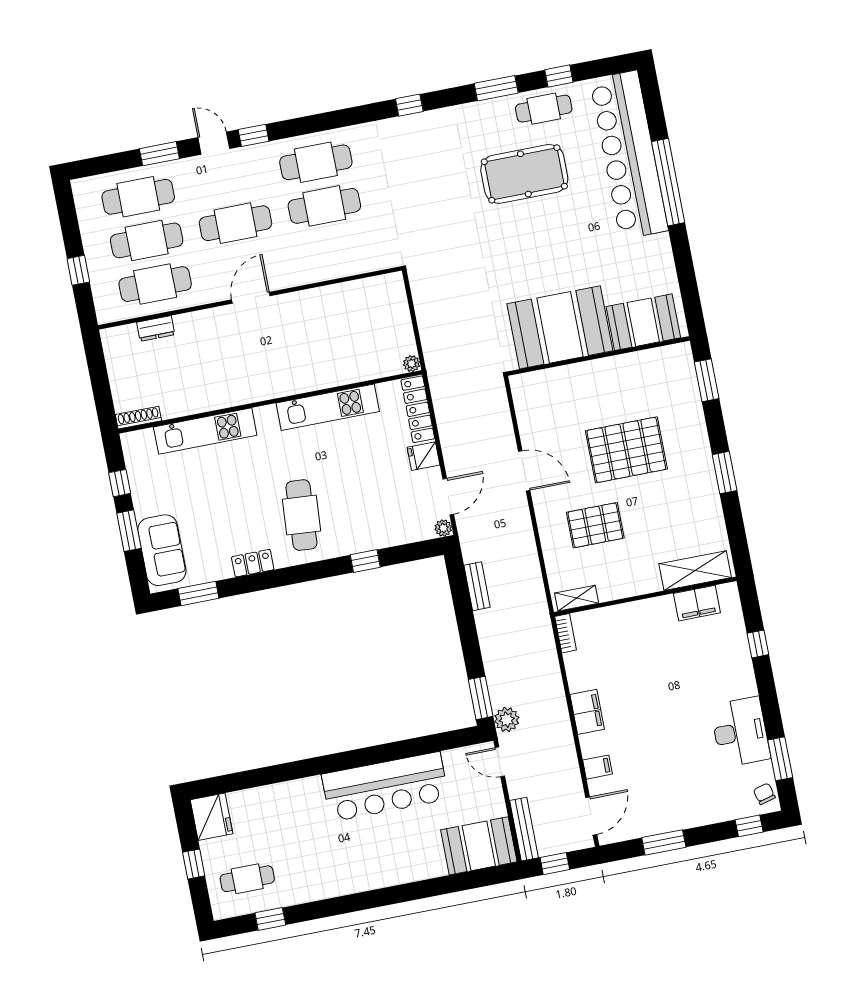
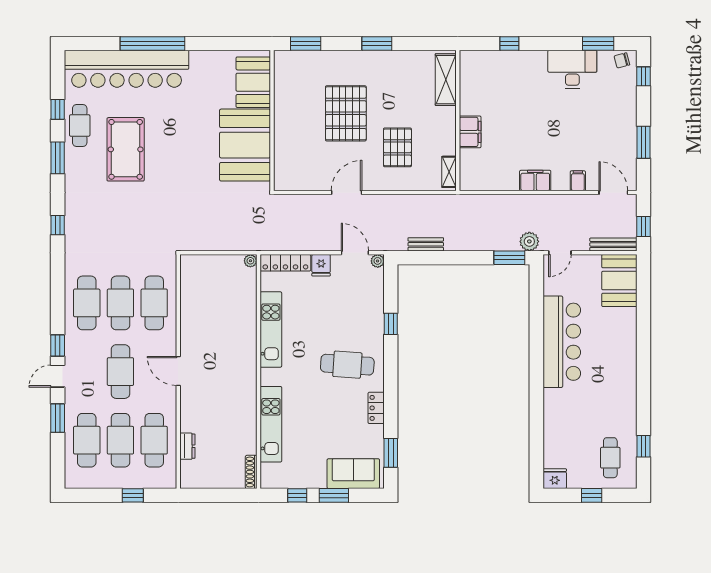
cafe table: (333, 250) -> (154, 303), added
filing cabinet: (697, 603) -> (470, 132), moved
bookcase: (566, 633) -> (474, 185), removed
fridge: (211, 817) -> (555, 479), width x0.73, depth x0.75

